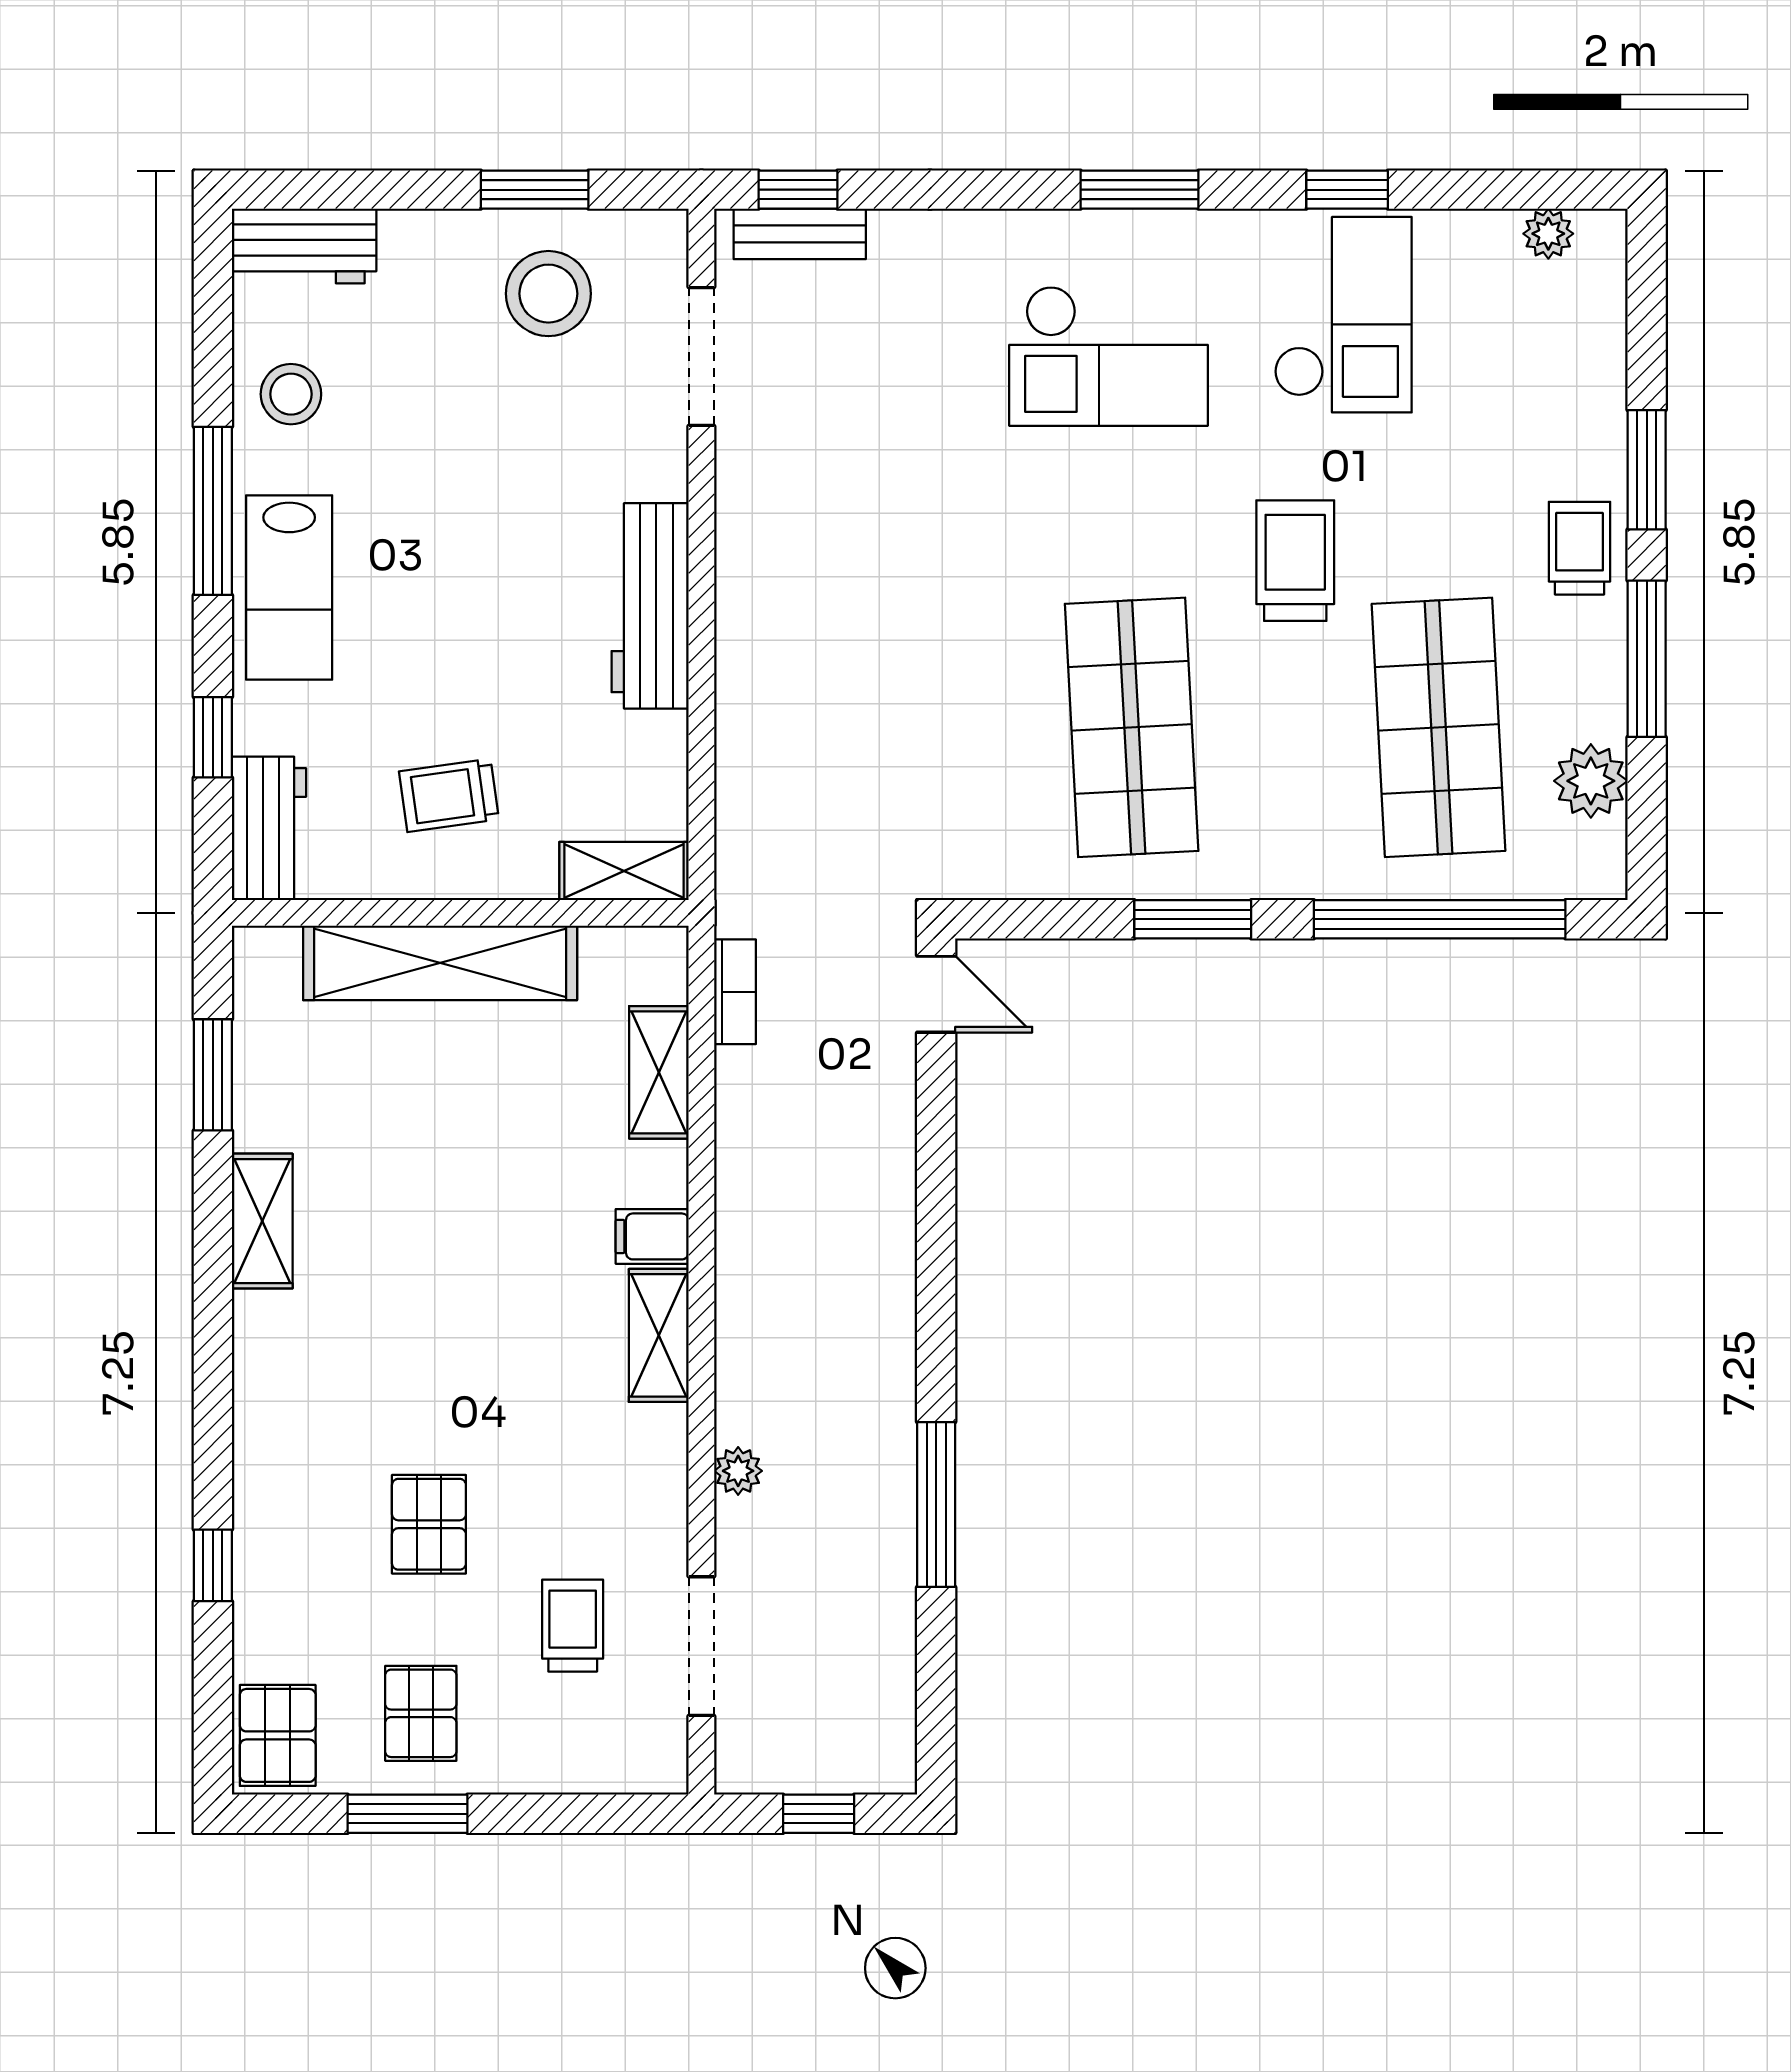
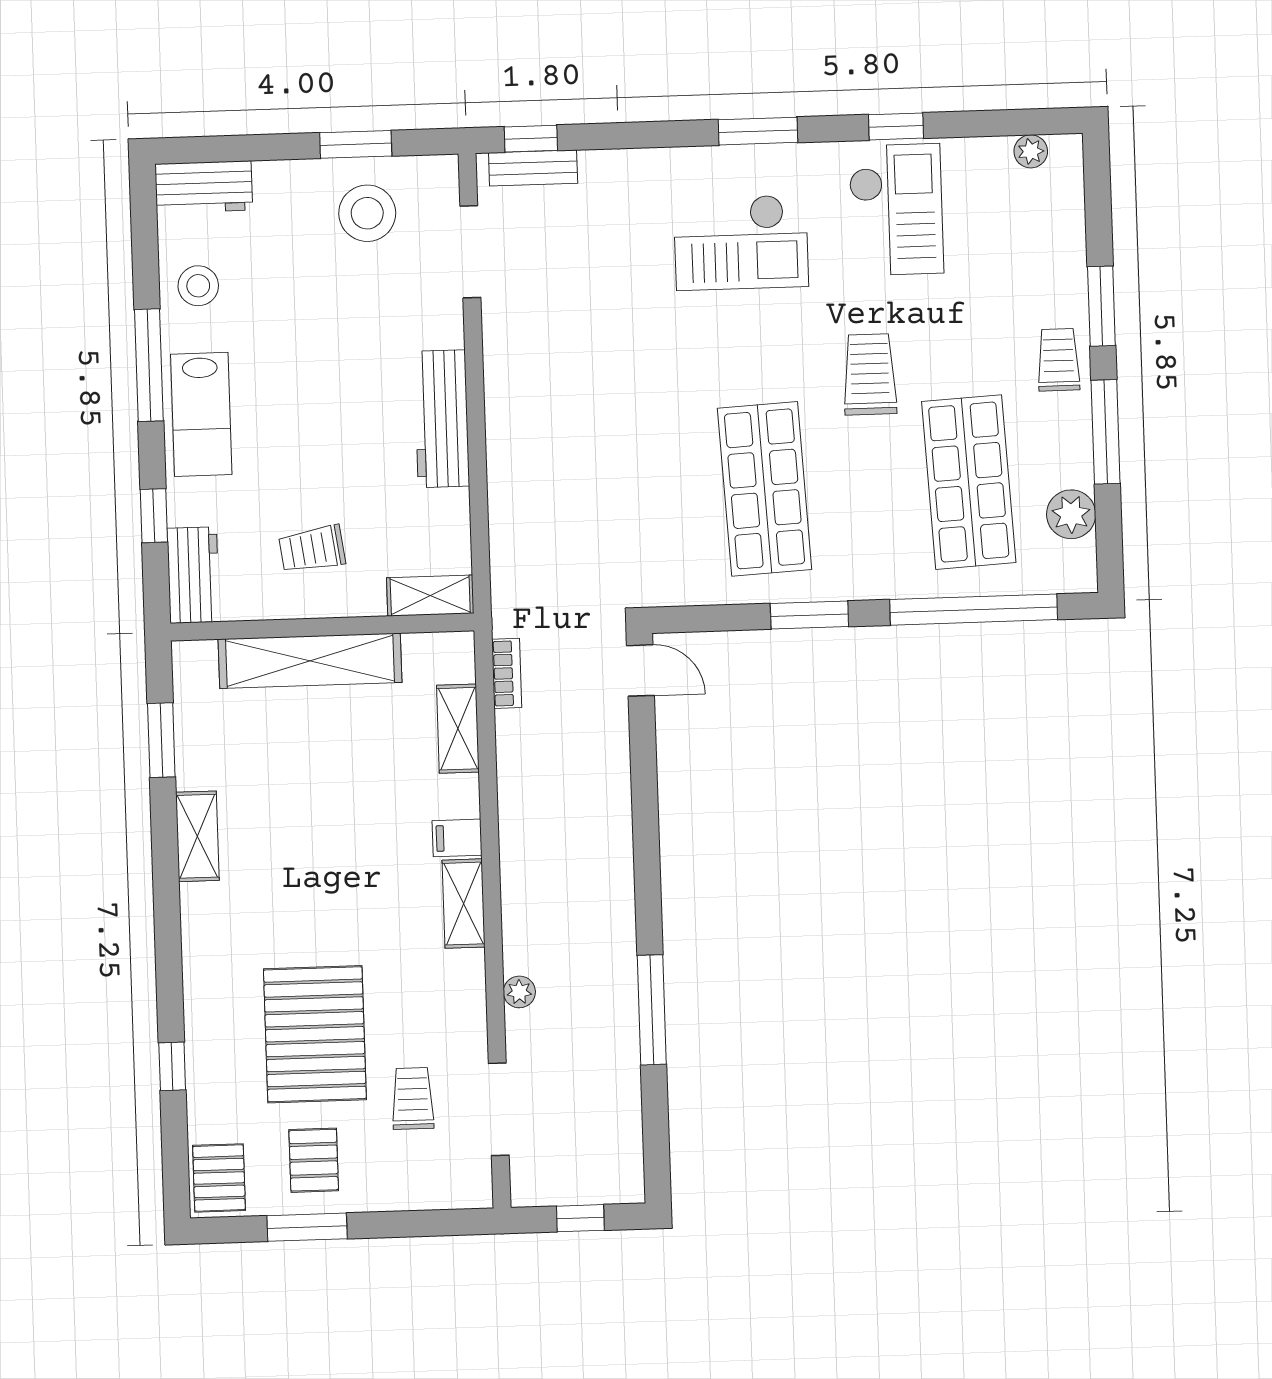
pallet: (429, 1524) -> (315, 1034), width x2.05, depth x2.00

